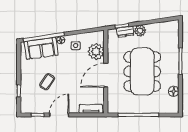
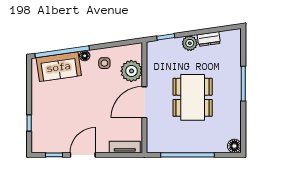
dresser: (125, 32) -> (209, 39), moved
dining table: (142, 71) -> (193, 97), width x0.73, depth x0.80
coffee table: (47, 82) -> (67, 111), removed
floor lamp: (174, 91) -> (234, 146), moved

